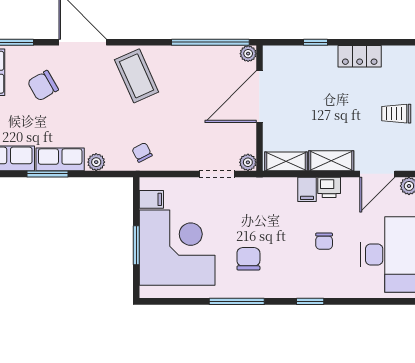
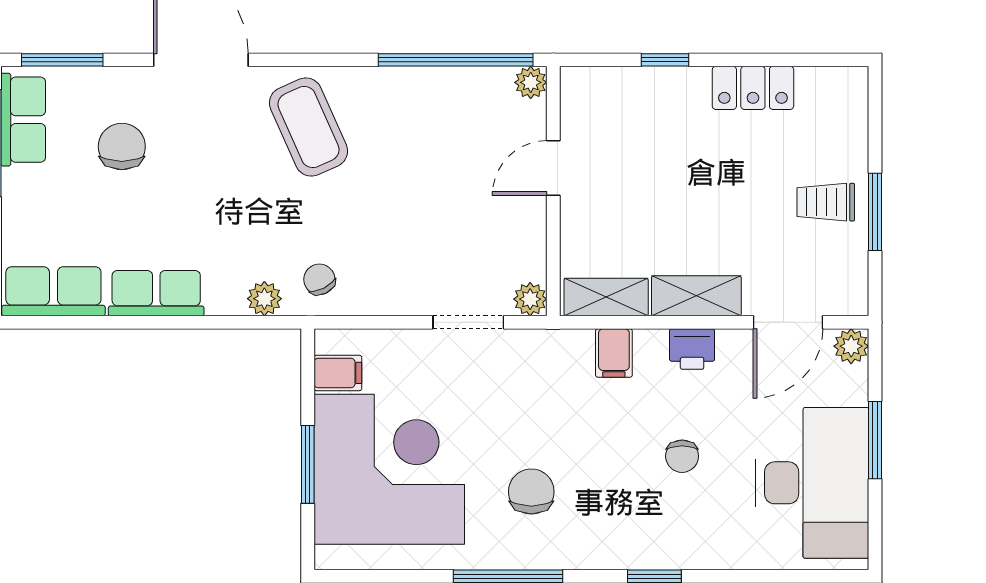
chair: (43, 86) -> (122, 146), turned 120
door: (259, 97) -> (553, 168), width x0.53
plant: (96, 162) -> (264, 299), moved
window: (47, 174) -> (131, 322), removed
filing cabinet: (307, 189) -> (614, 353), moved

